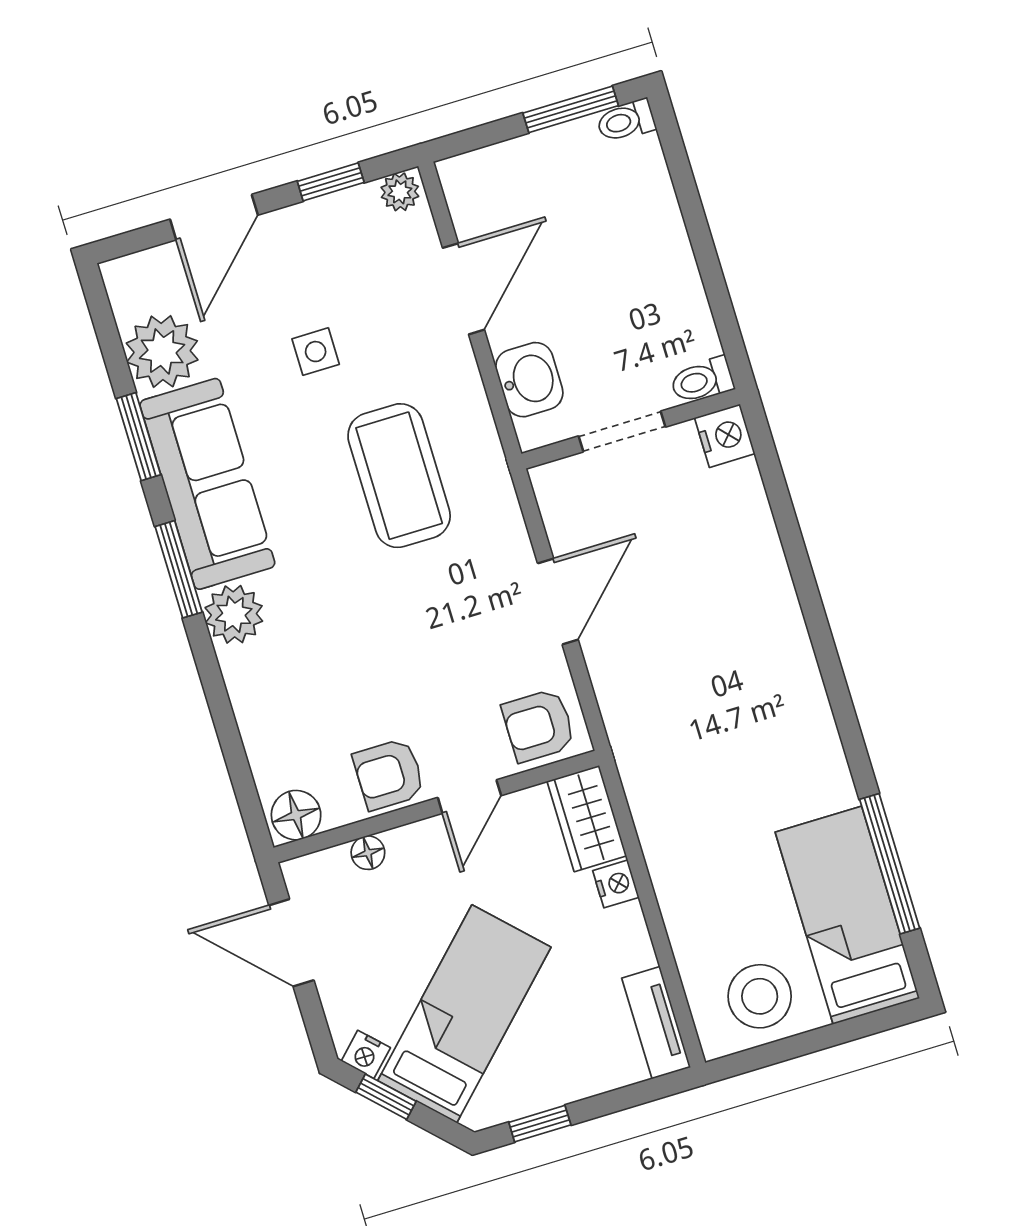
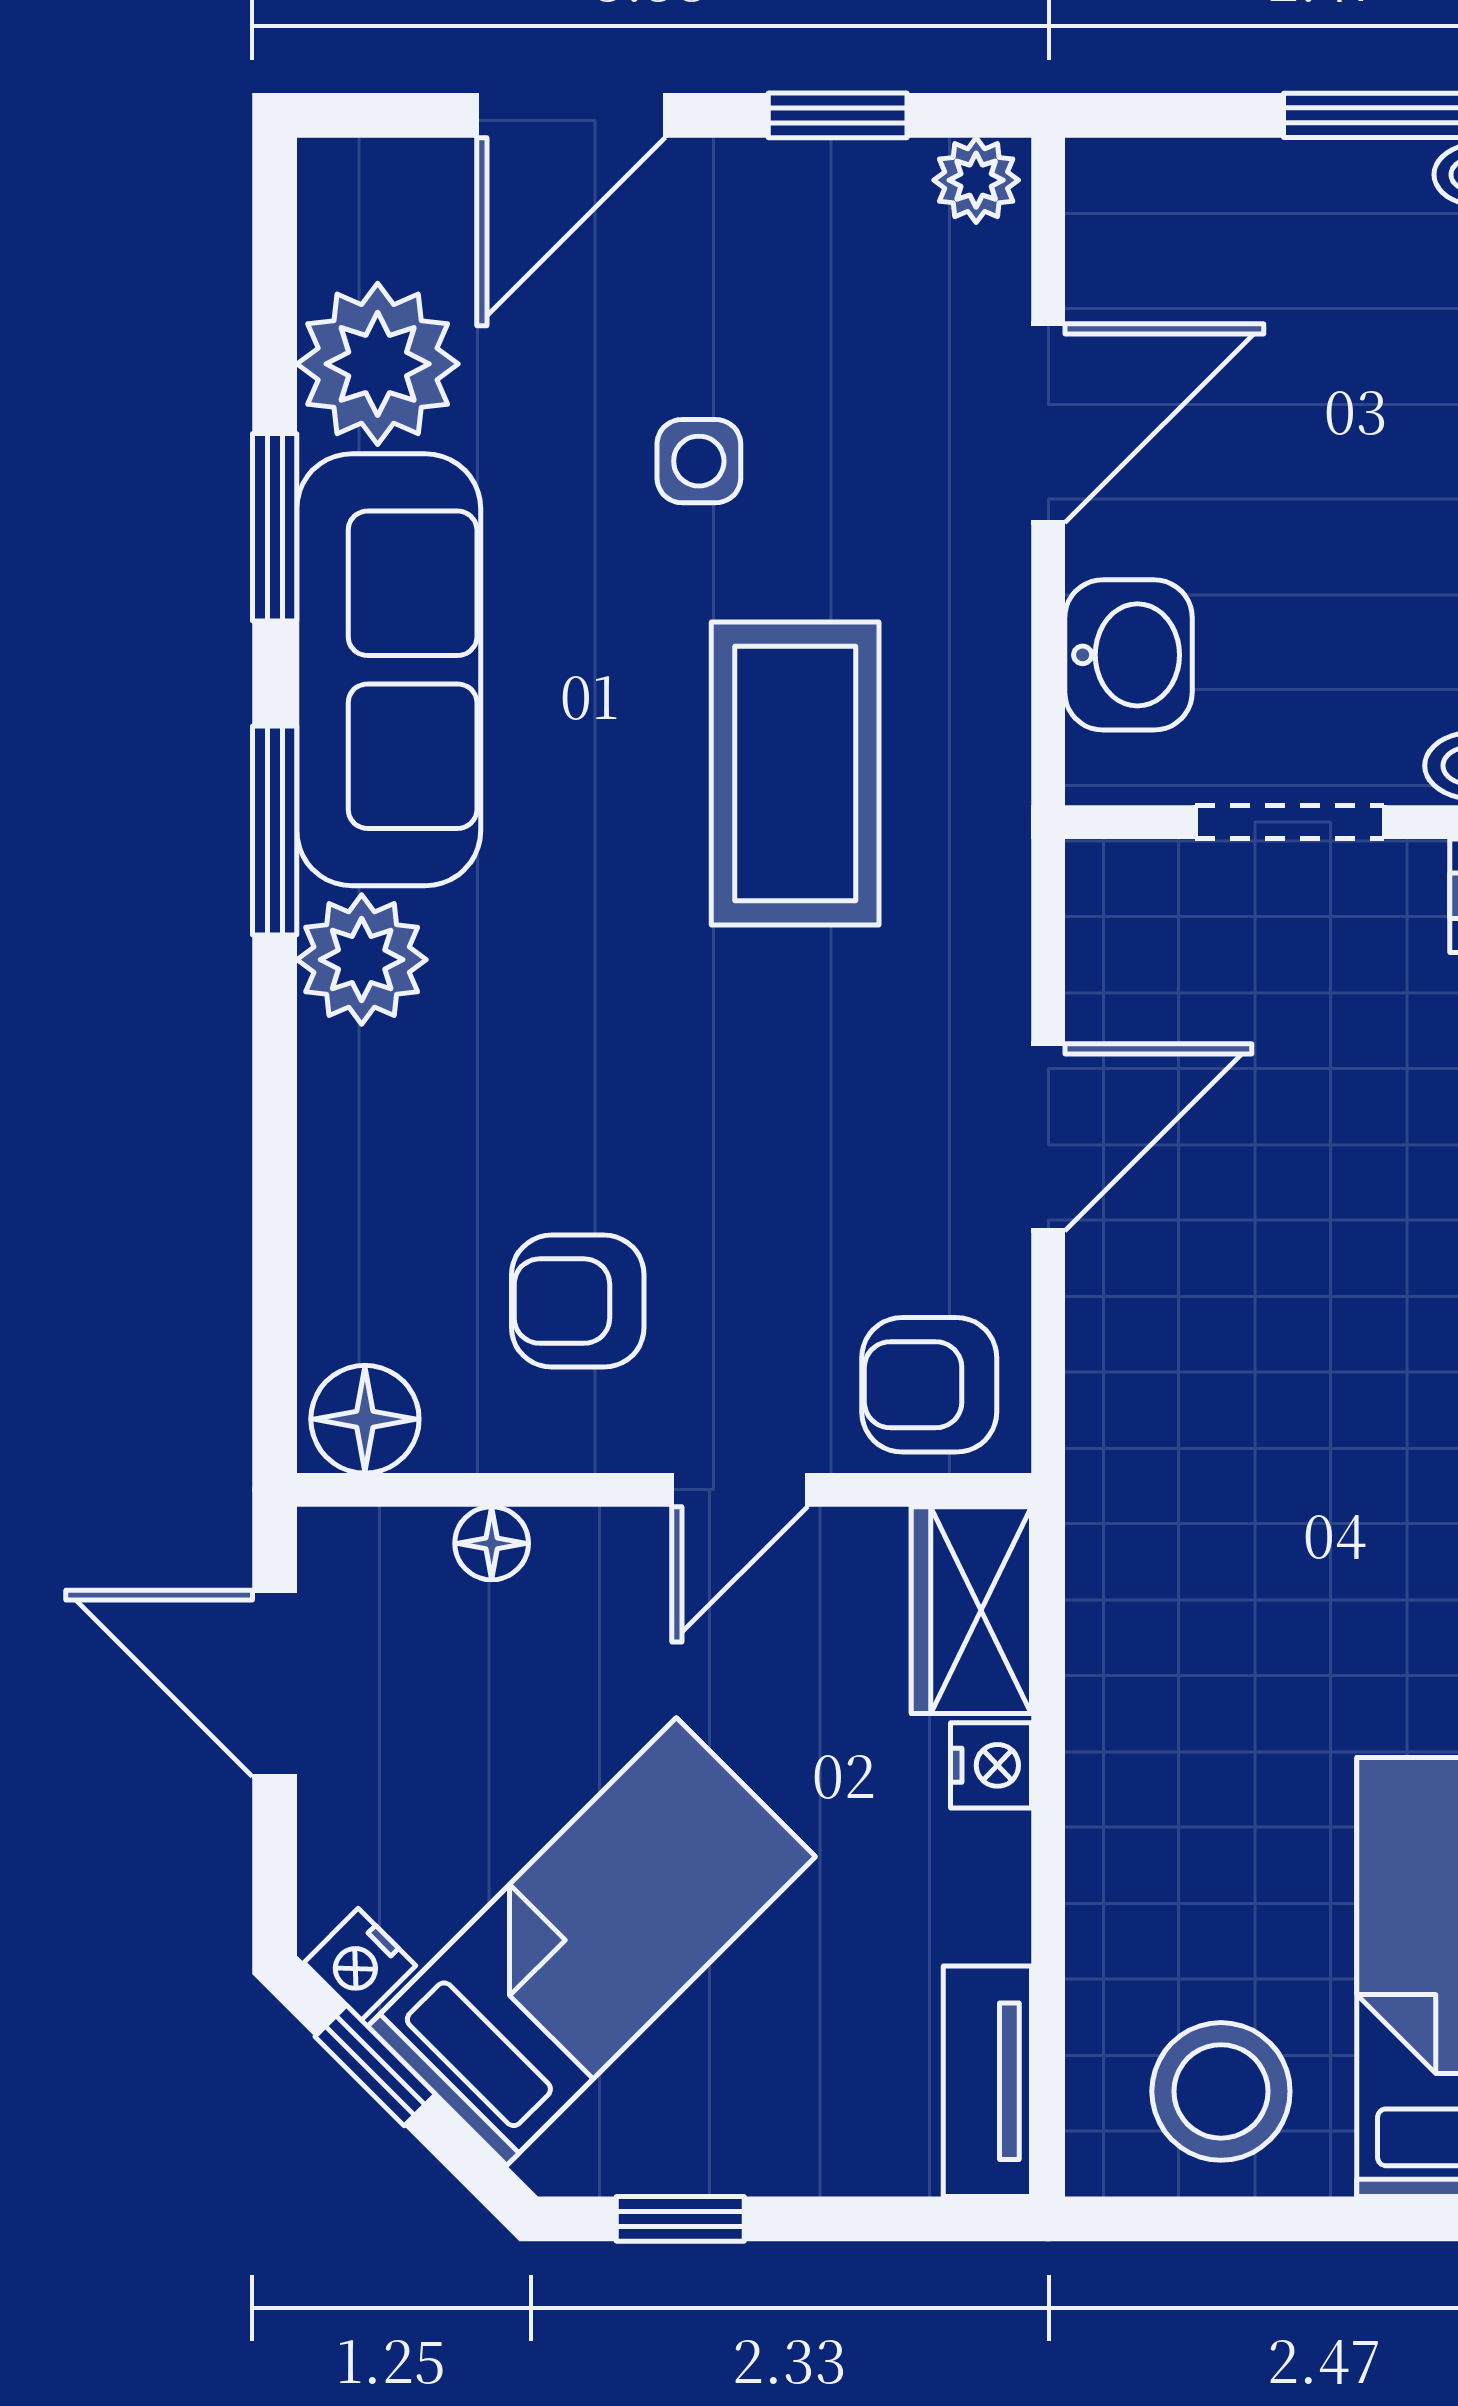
armchair: (389, 774) -> (578, 1301), moved

